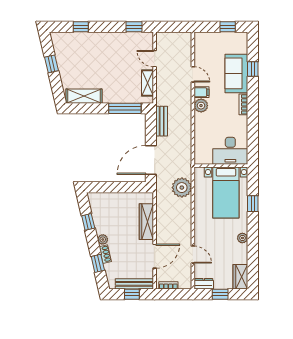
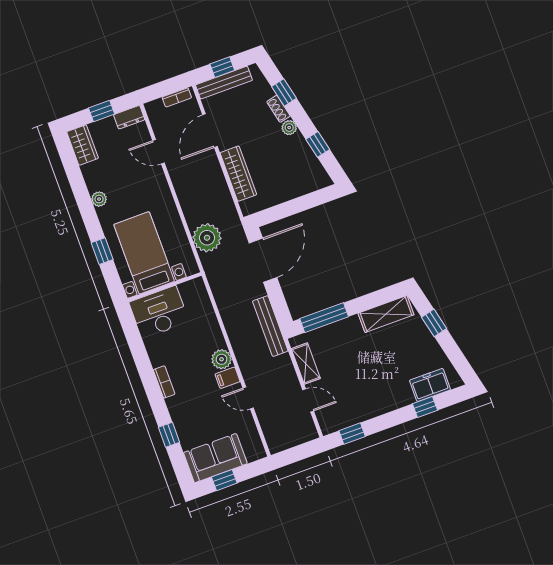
freezer: (72, 40) -> (430, 385), added
window: (52, 64) -> (434, 323), moved
sofa: (236, 73) -> (215, 458), moved, turned -90
bench: (162, 121) -> (270, 326), width x1.36

